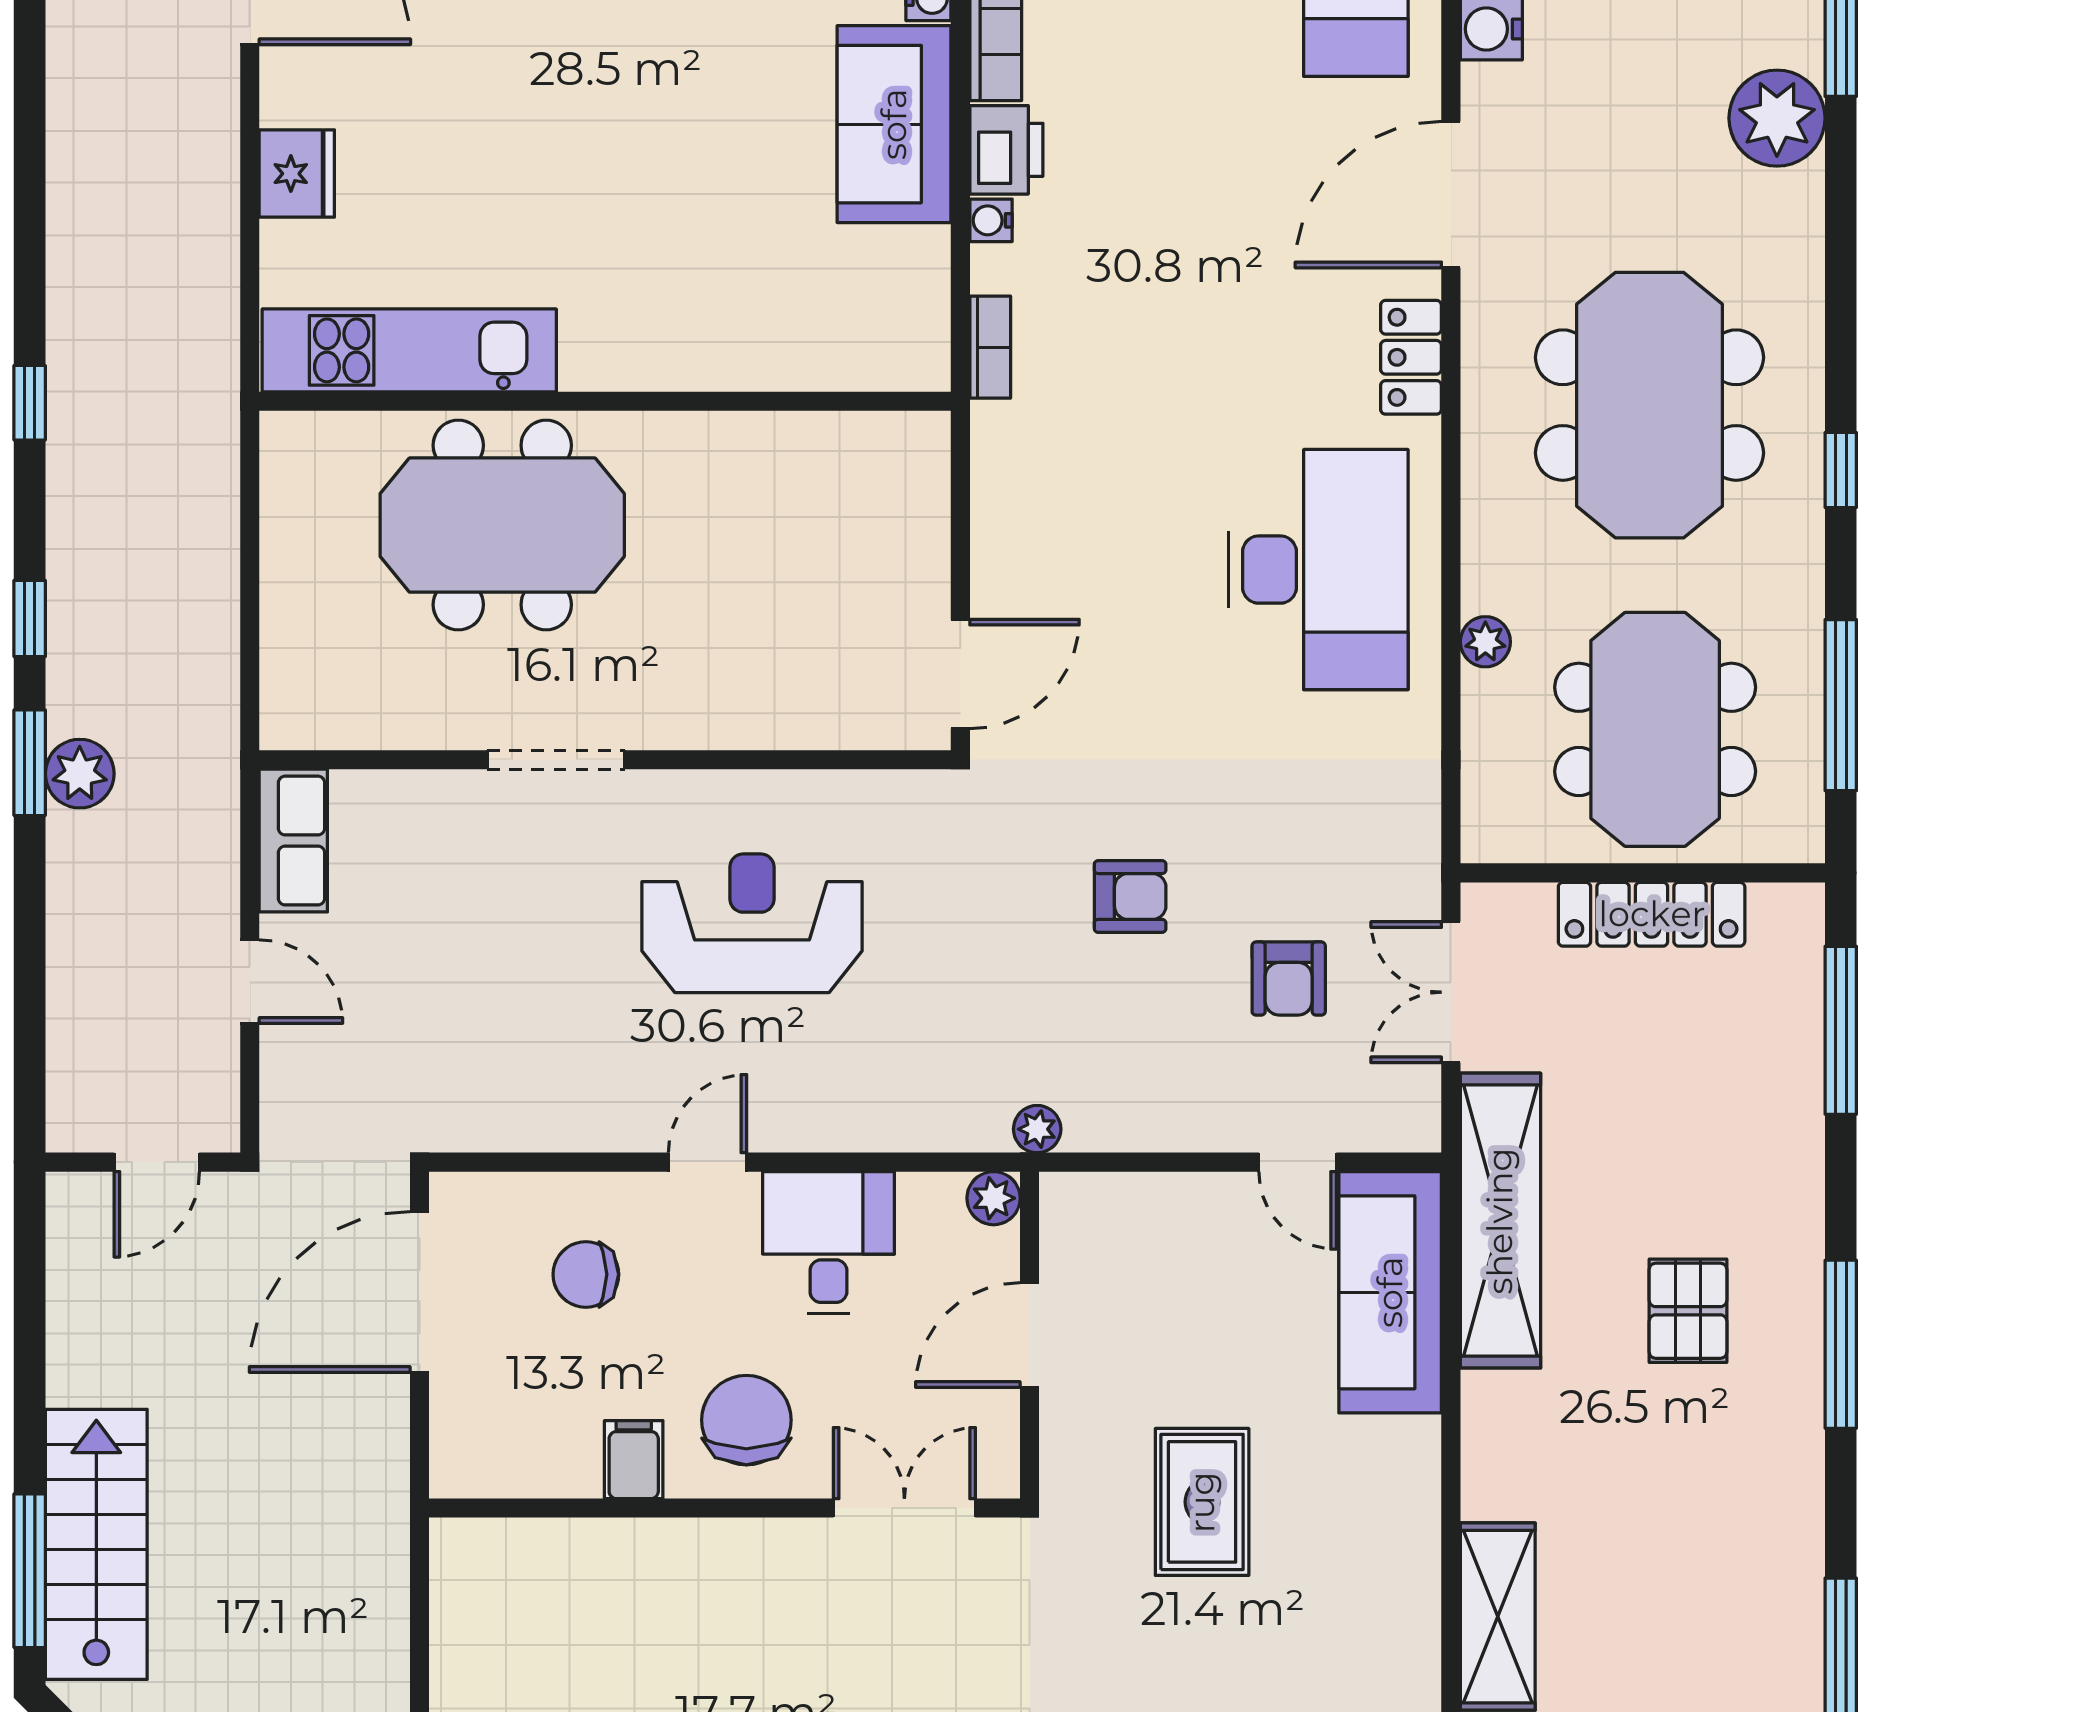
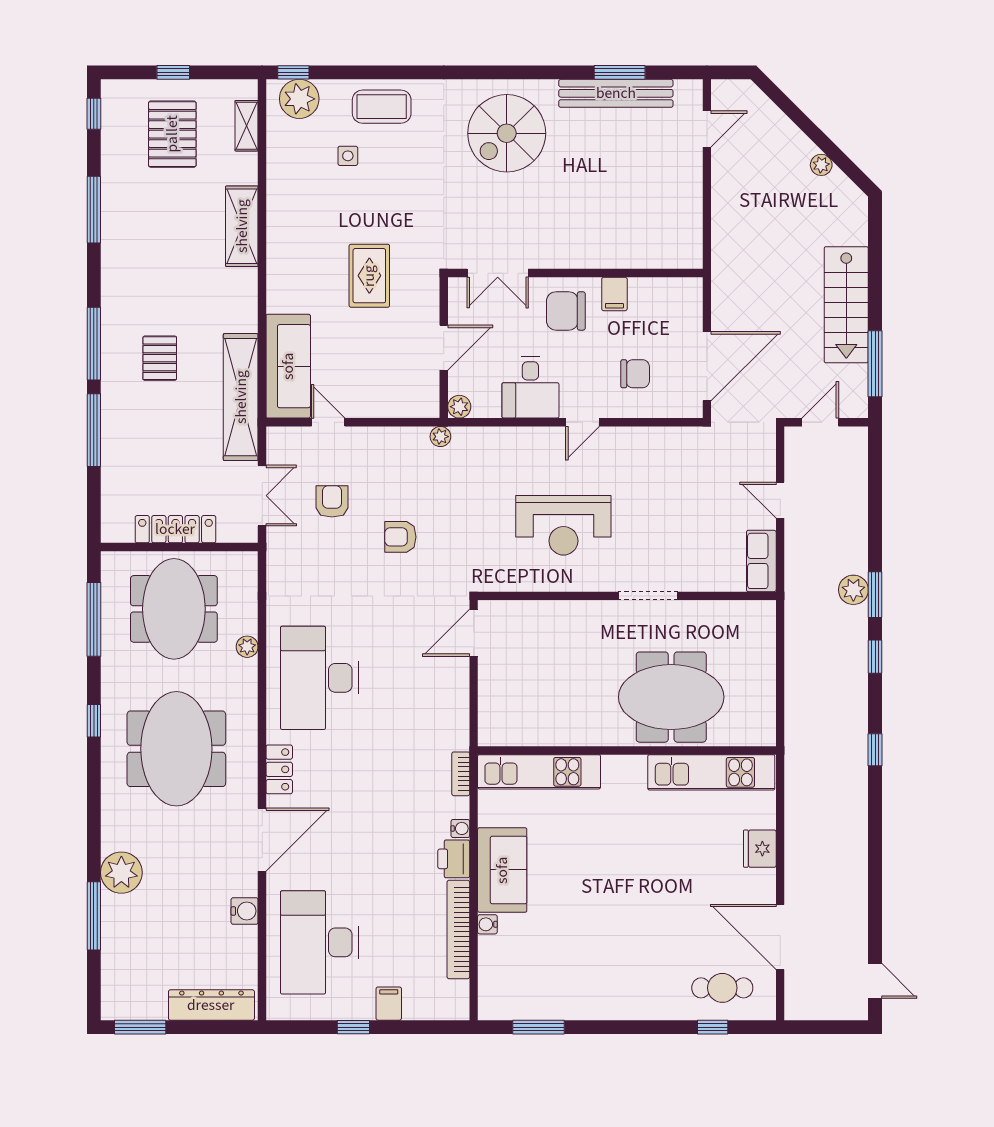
kitchen unit: (809, 352) -> (539, 772), added
window: (1841, 1030) -> (94, 430), moved
chair: (746, 1420) -> (566, 311), turned 90
stairs: (96, 1544) -> (846, 305), moved
window: (30, 1571) -> (875, 364), moved

